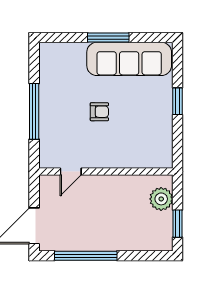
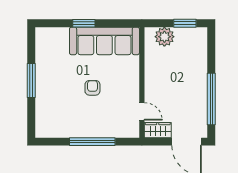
sofa: (129, 59) -> (104, 41), moved, turned 90
wardrobe: (48, 191) -> (158, 130), added

